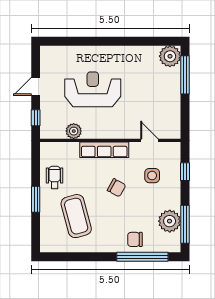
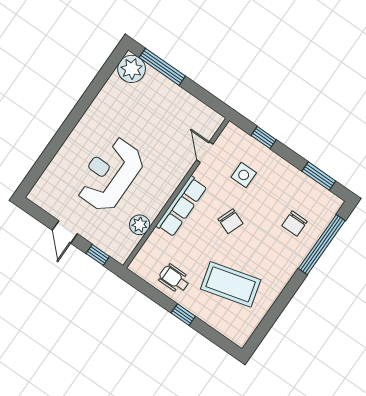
door: (149, 140) -> (205, 152), hinge flipped
chair: (117, 188) -> (230, 221), turned 82
window: (36, 199) -> (183, 315), width x0.67
plant: (170, 221) -> (304, 190), removed
window: (185, 224) -> (319, 176), width x0.69
chair: (135, 239) -> (295, 224), moved

